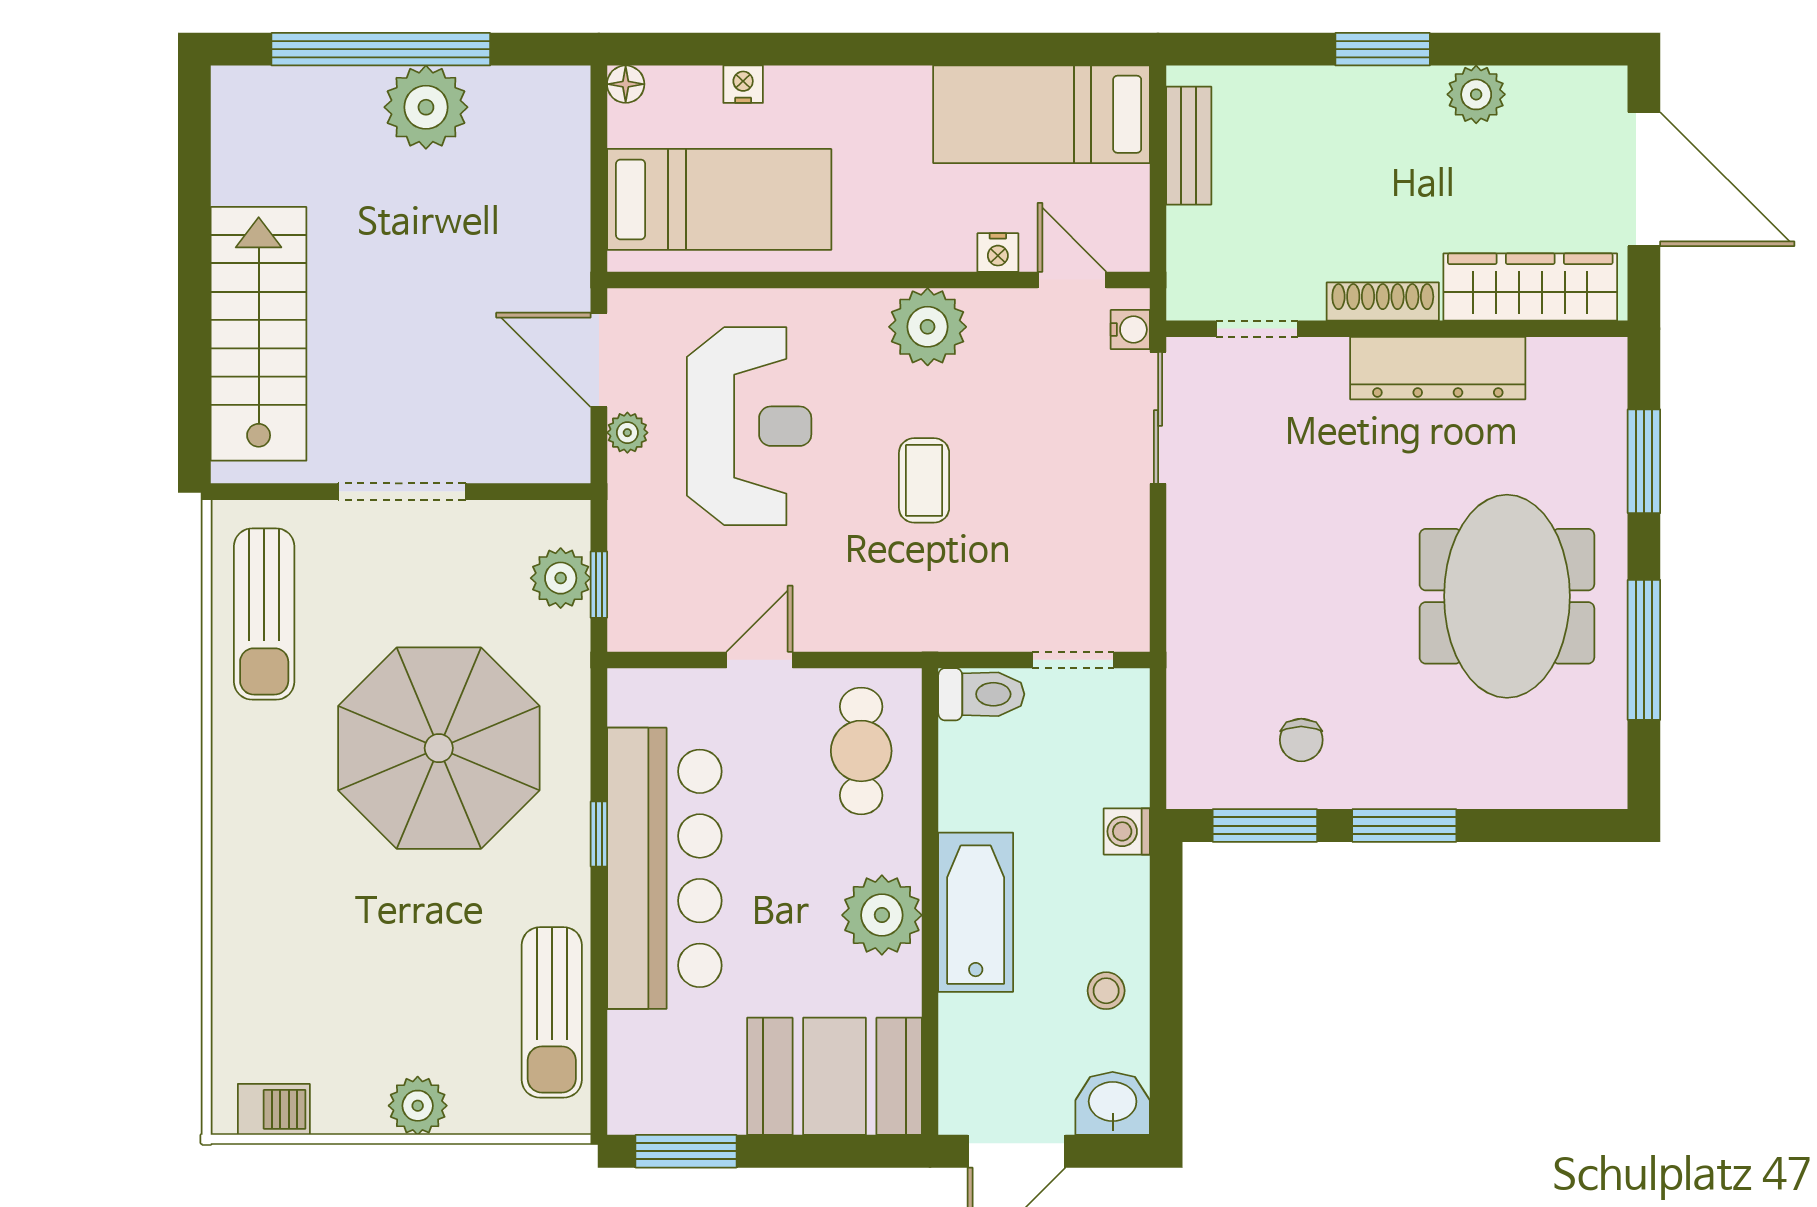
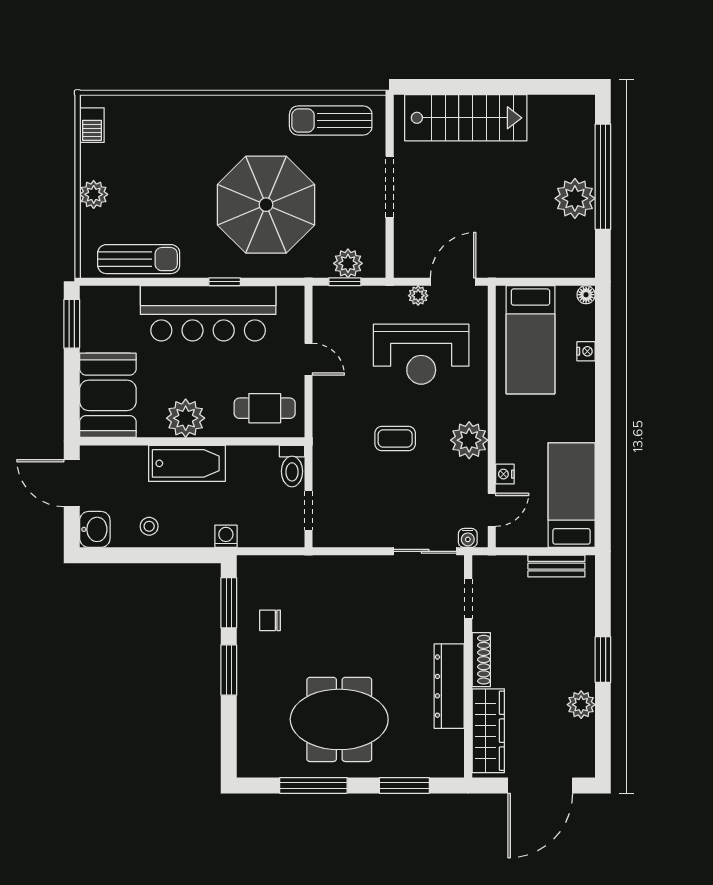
sun lounger: (552, 1012) -> (139, 259), turned 180

